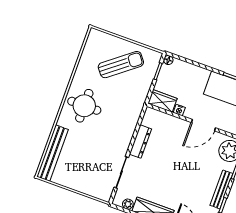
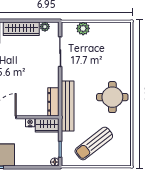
dresser: (140, 142) -> (53, 102), moved
bench: (52, 153) -> (68, 106), moved
plant: (89, 188) -> (83, 28), added

